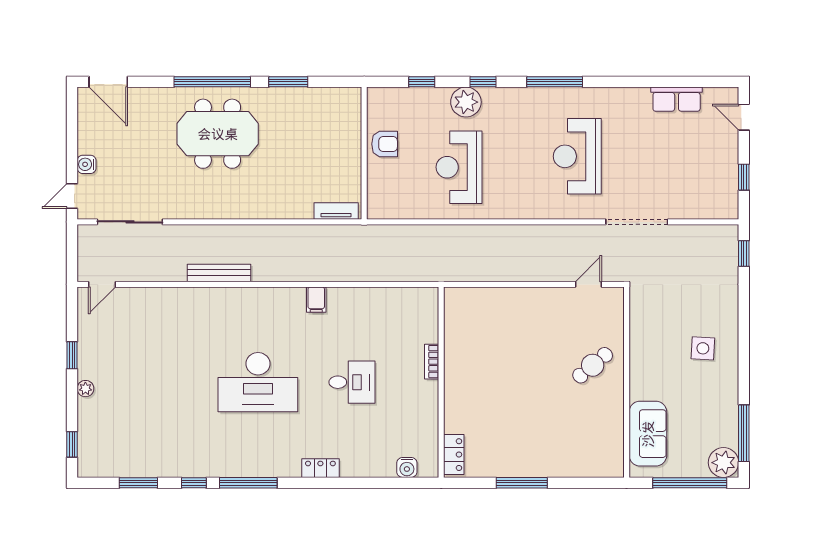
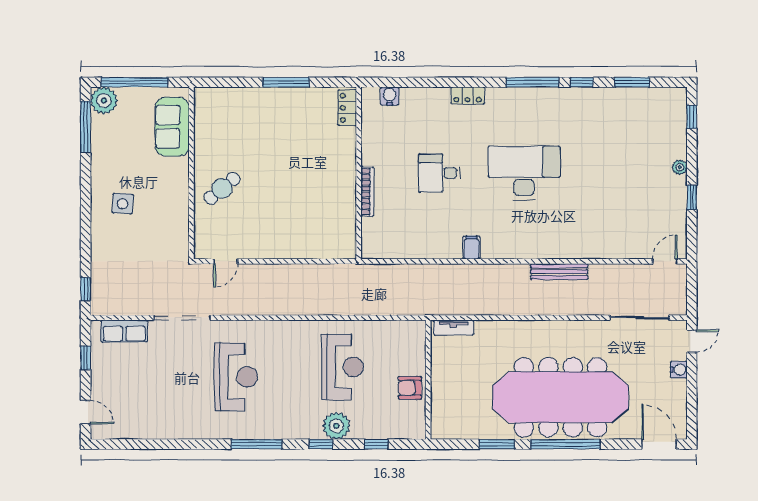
row of seats: (677, 99) -> (124, 331), moved, turned 180
meeting table: (218, 134) -> (560, 397), width x1.86, depth x1.27
bookcase: (432, 362) -> (367, 192), width x1.56

